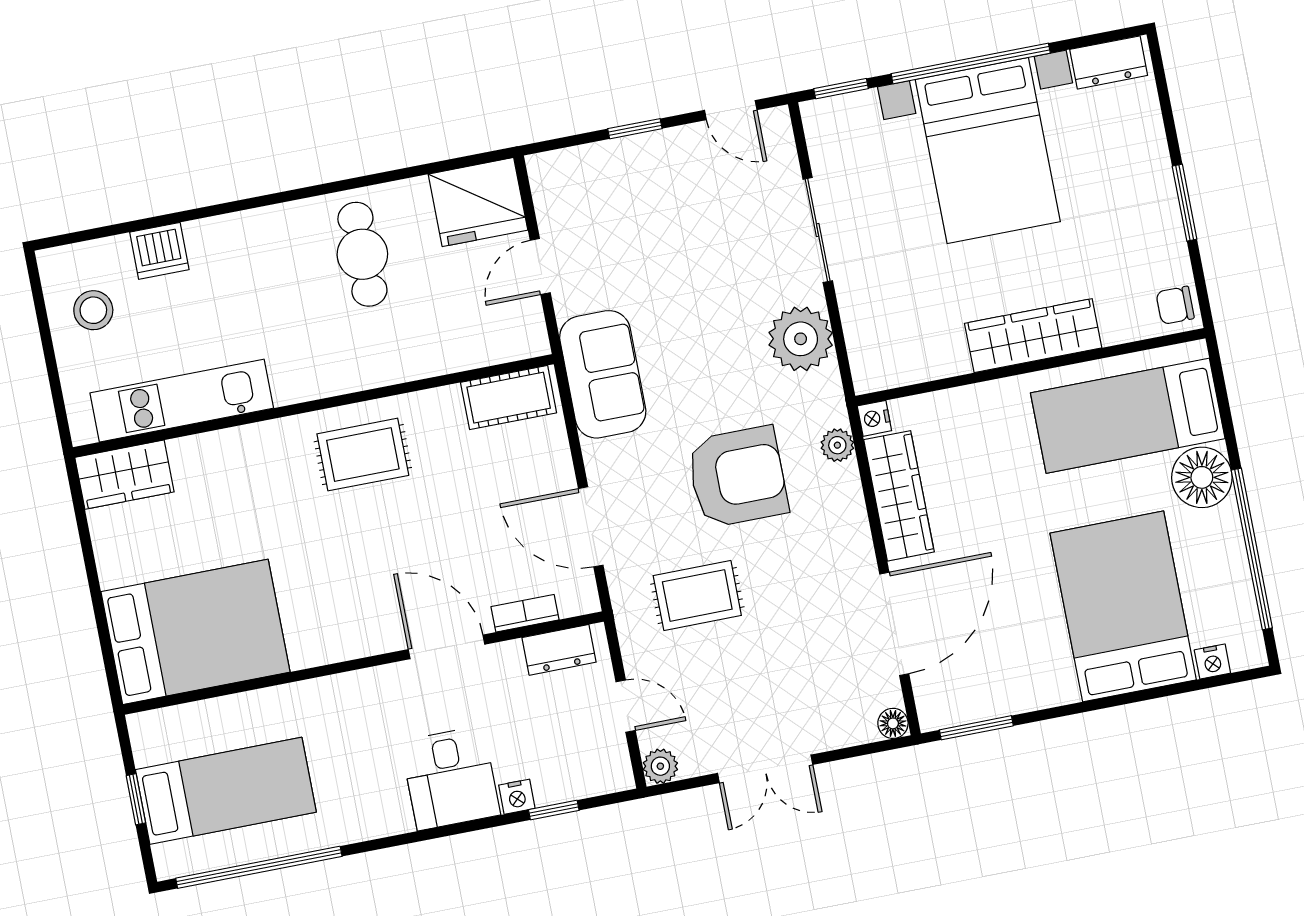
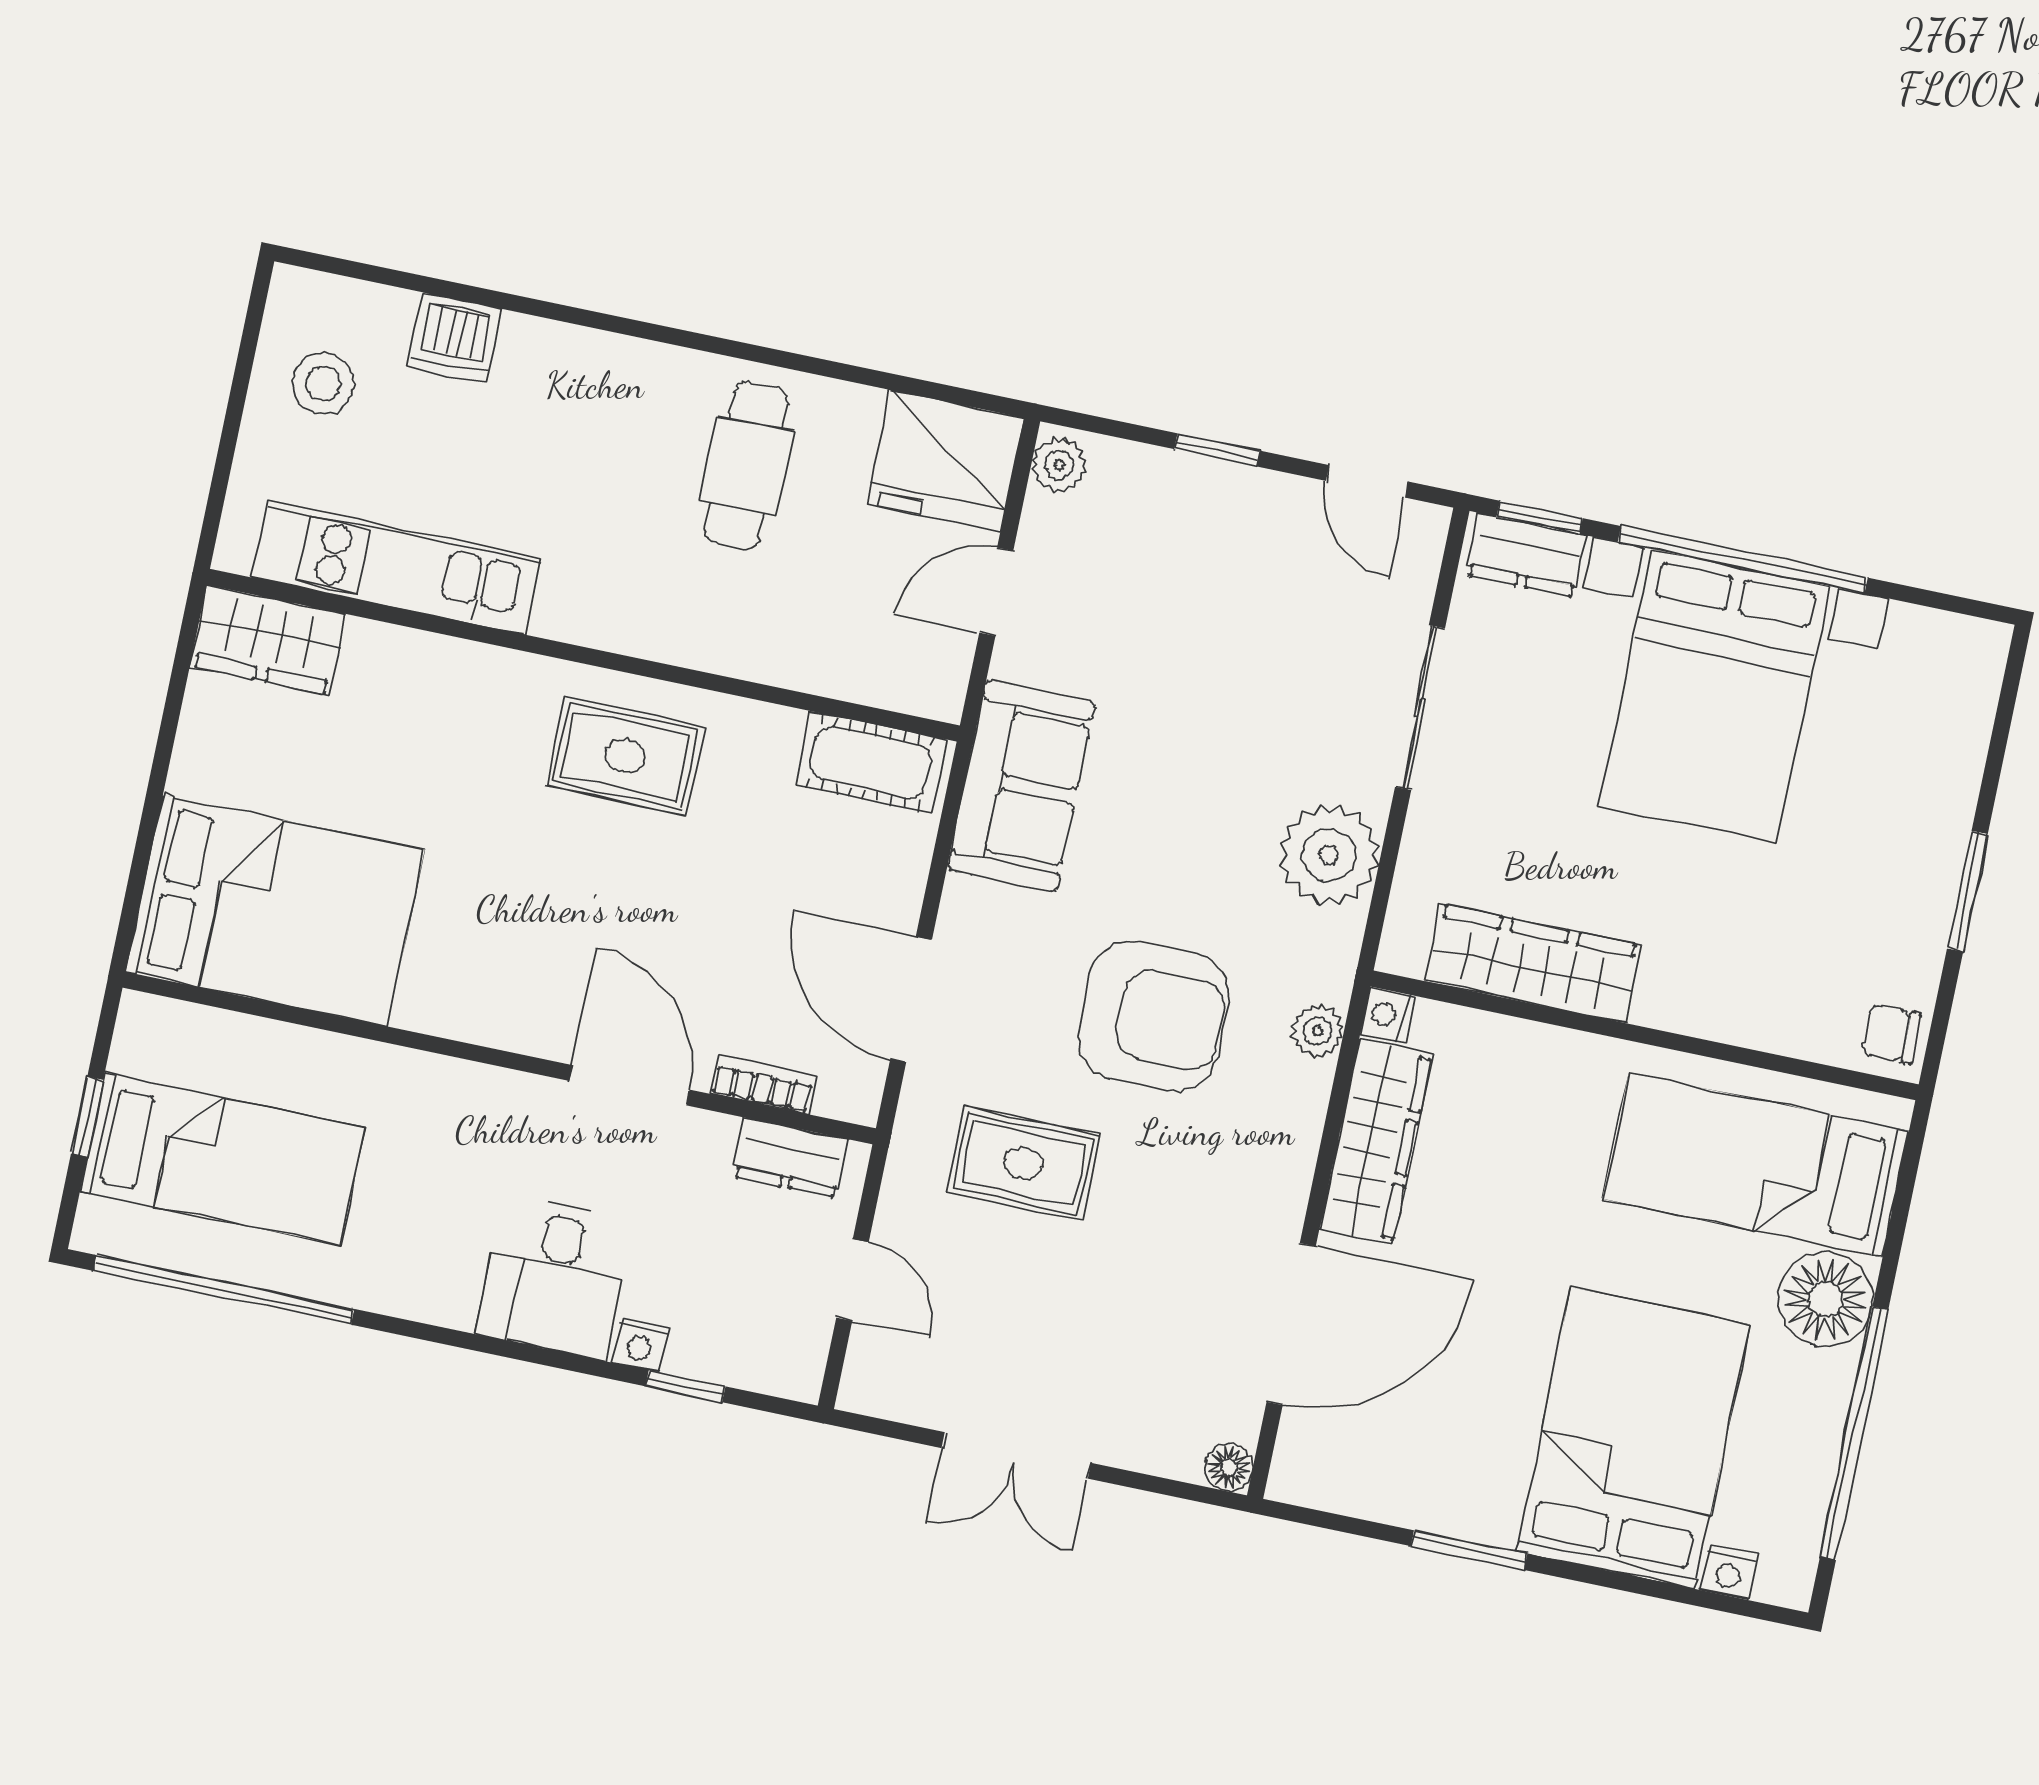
dresser: (1109, 62) -> (1527, 555), moved
wardrobe: (1033, 336) -> (1533, 963), moved
window: (976, 728) -> (1469, 1550), moved
plant: (660, 766) -> (1059, 465), moved

